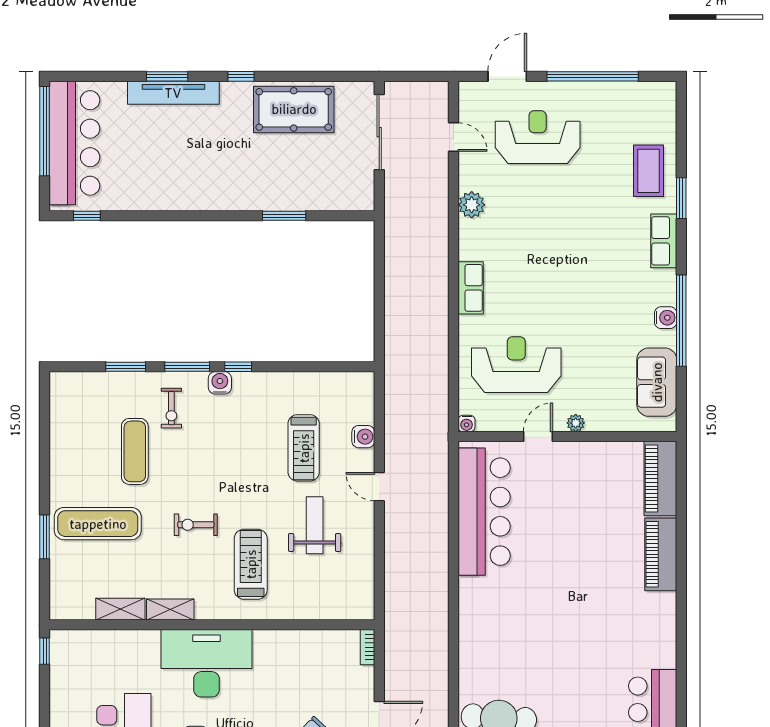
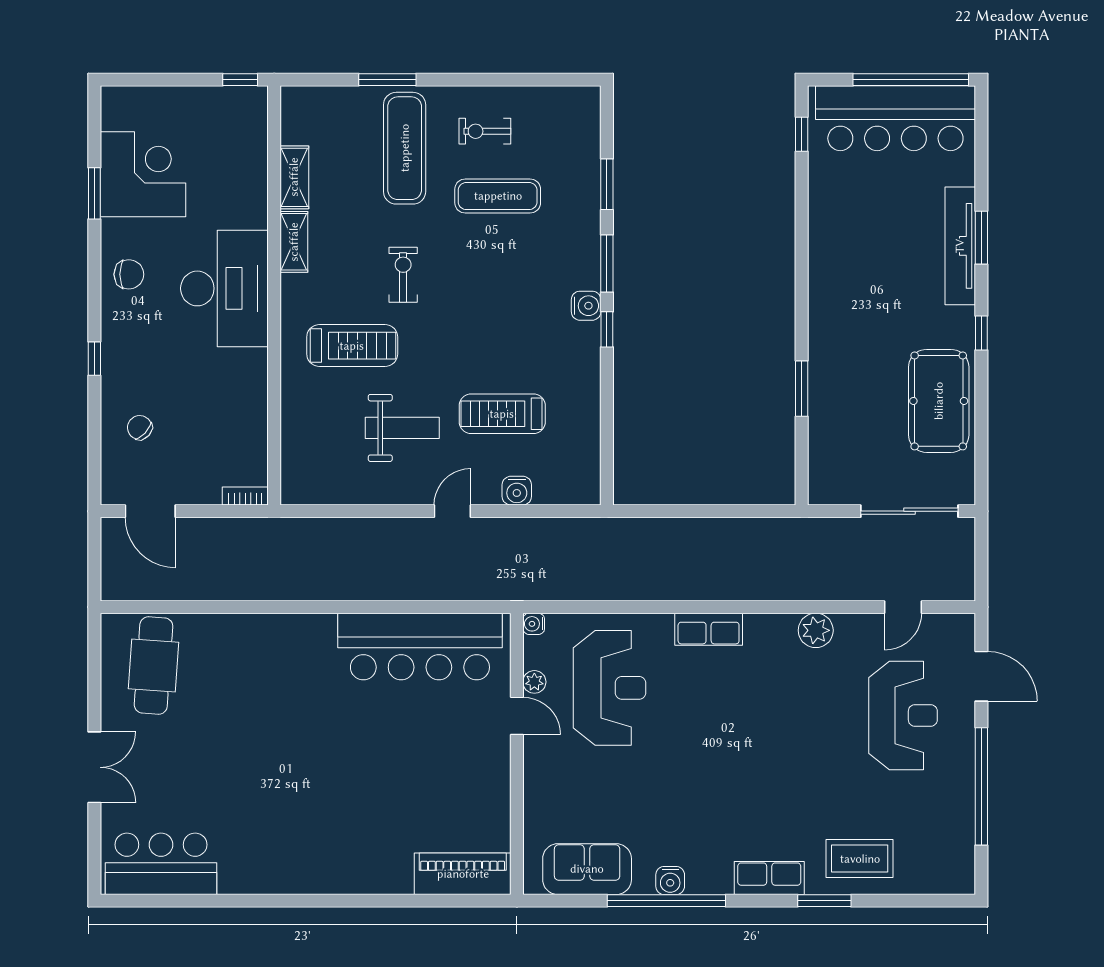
exercise bike: (171, 408) -> (485, 131), moved
plant: (576, 423) -> (534, 682), moved
piano: (661, 554) -> (365, 874), removed

